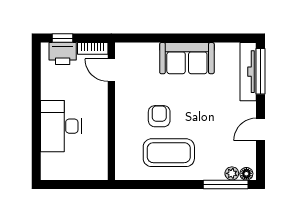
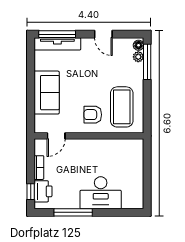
door: (111, 70) -> (56, 136), moved
window: (36, 92) -> (73, 212), added
wall: (111, 111) -> (89, 136), moved

